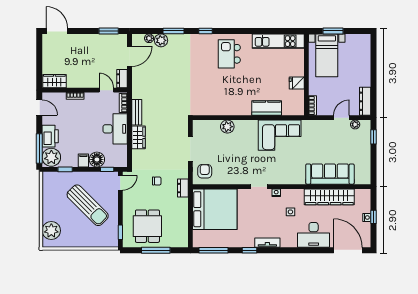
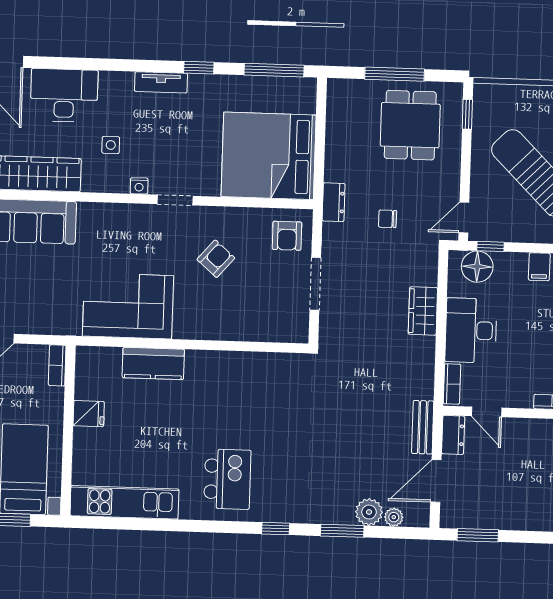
bench: (137, 112) -> (423, 427), moved
plant: (227, 127) -> (237, 327), removed
armchair: (238, 159) -> (216, 259), added
floor lamp: (97, 160) -> (477, 267), moved

